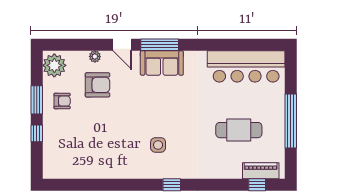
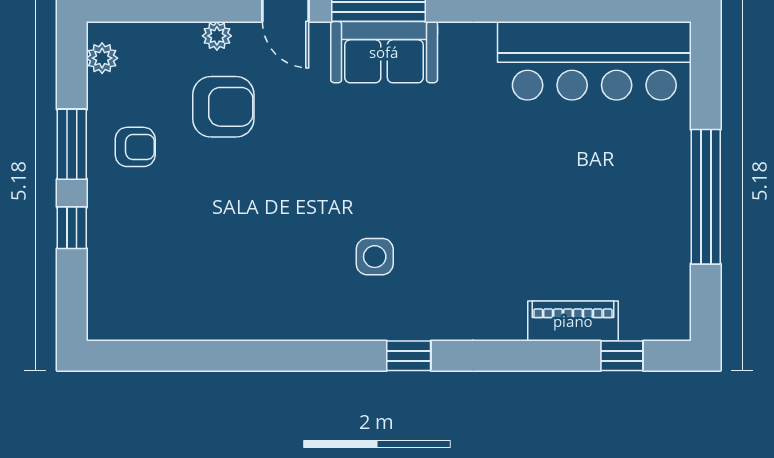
plant: (54, 65) -> (102, 58), width x0.53, depth x0.53
cafe table: (239, 130) -> (576, 219), removed
piano: (261, 171) -> (573, 321), moved

